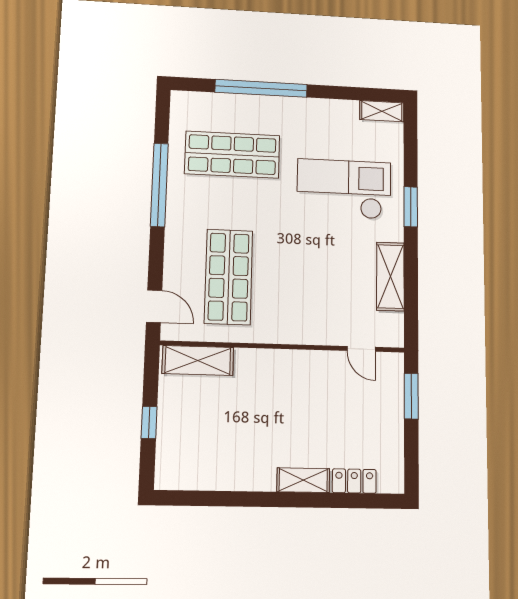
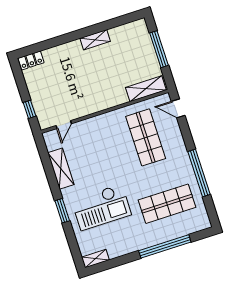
door: (361, 349) -> (64, 125), swing flipped
window: (411, 396) -> (30, 109), width x0.67
window: (149, 422) -> (159, 49), width x2.17
shelving: (303, 480) -> (95, 40), moved
locker: (354, 481) -> (31, 60), moved

